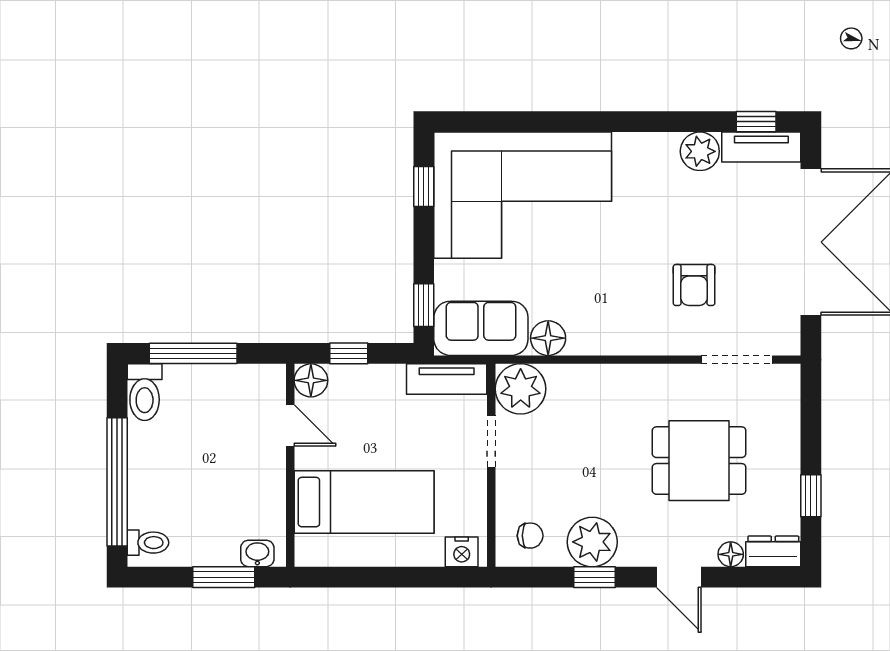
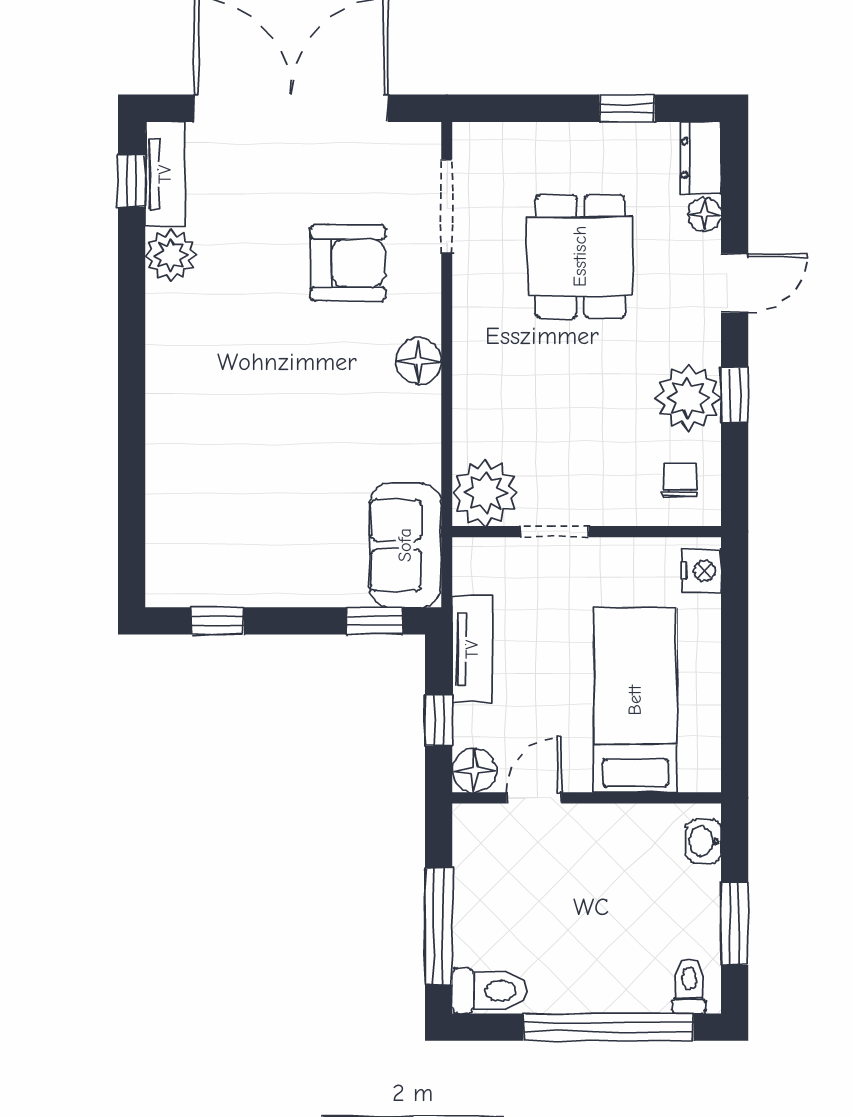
corner sofa: (523, 195) -> (229, 490), removed
armchair: (694, 285) -> (348, 263), width x1.38, depth x1.38
floor lamp: (548, 338) -> (418, 361), moved
tv unit: (447, 379) -> (472, 649), moved
window: (224, 577) -> (735, 923), moved

